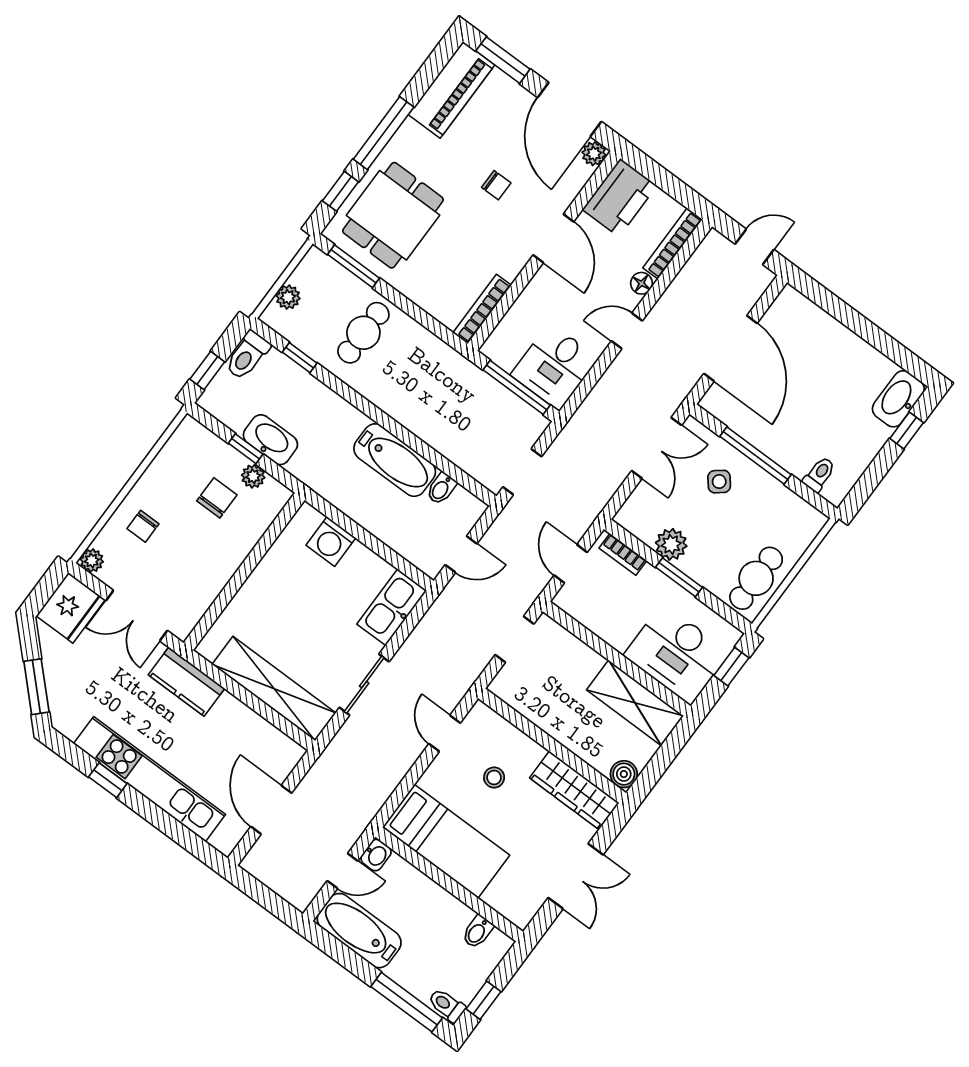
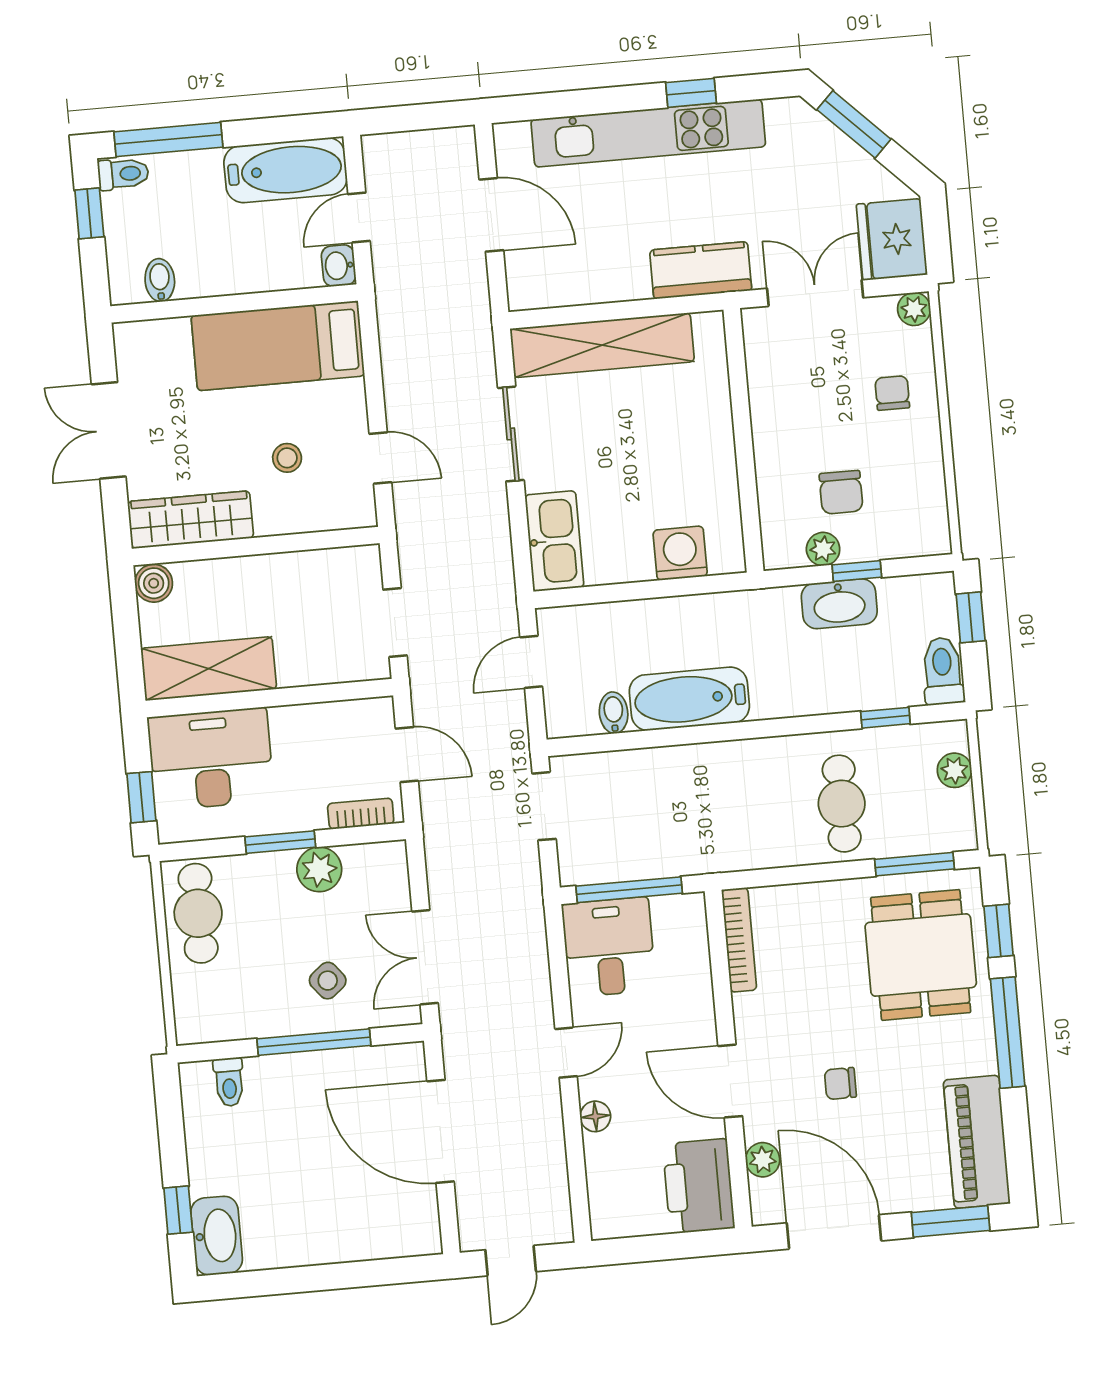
plant: (594, 154) -> (763, 1160), moved
bookcase: (673, 244) -> (600, 1187), removed

